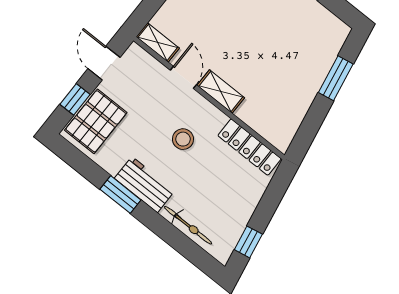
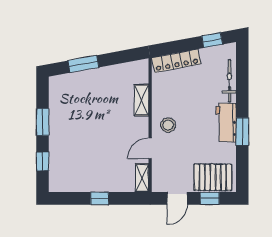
shelving: (221, 92) -> (141, 100), moved
stool: (183, 139) -> (168, 125), moved
locker: (250, 147) -> (176, 61), moved, turned 79

